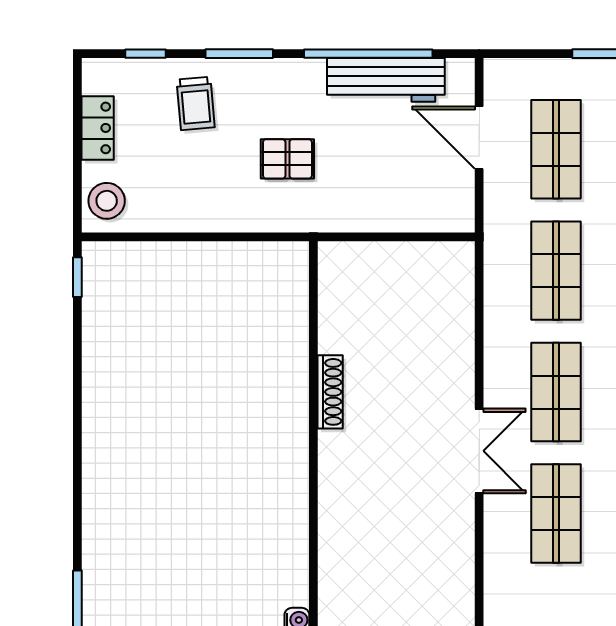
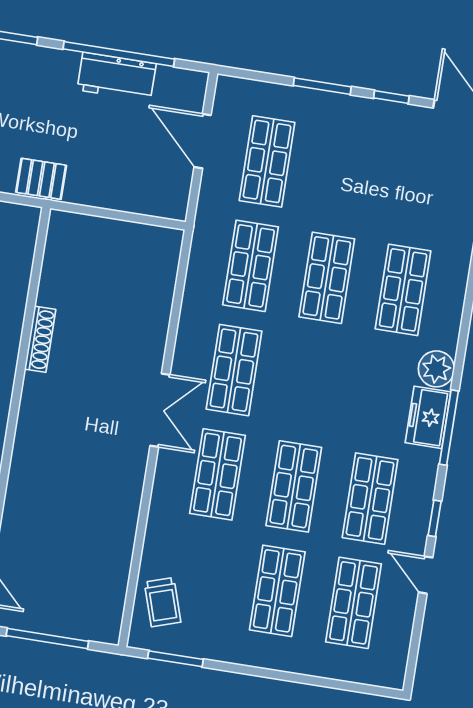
workbench: (386, 80) -> (117, 77), width x0.73
pallet: (287, 159) -> (41, 179), moved

